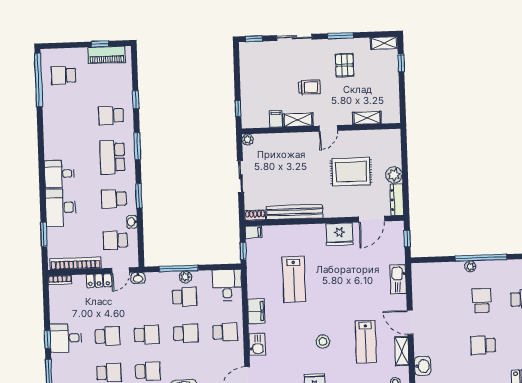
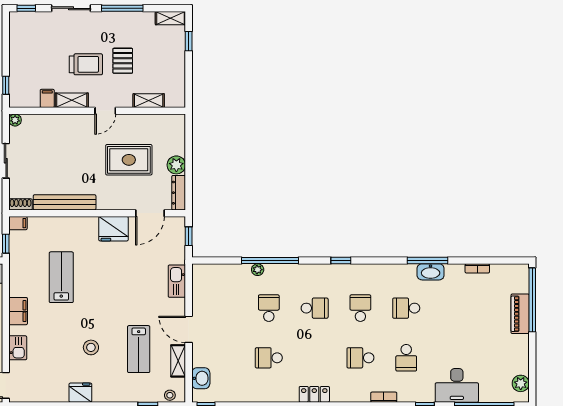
window: (340, 36) -> (122, 8), width x1.44
pallet: (345, 65) -> (123, 61), moved
trolley: (309, 87) -> (86, 64), width x1.36, depth x1.39
lab bench: (294, 279) -> (61, 277), turned 180

